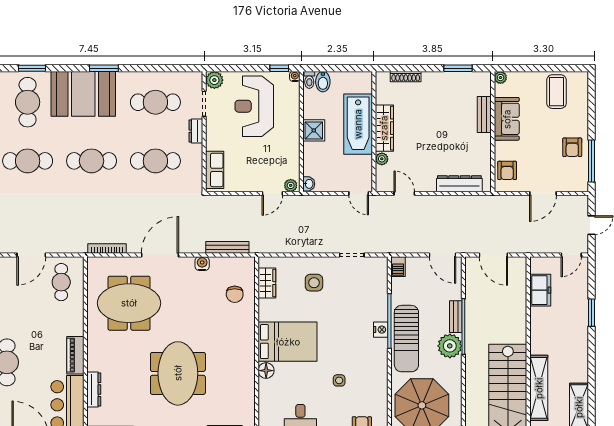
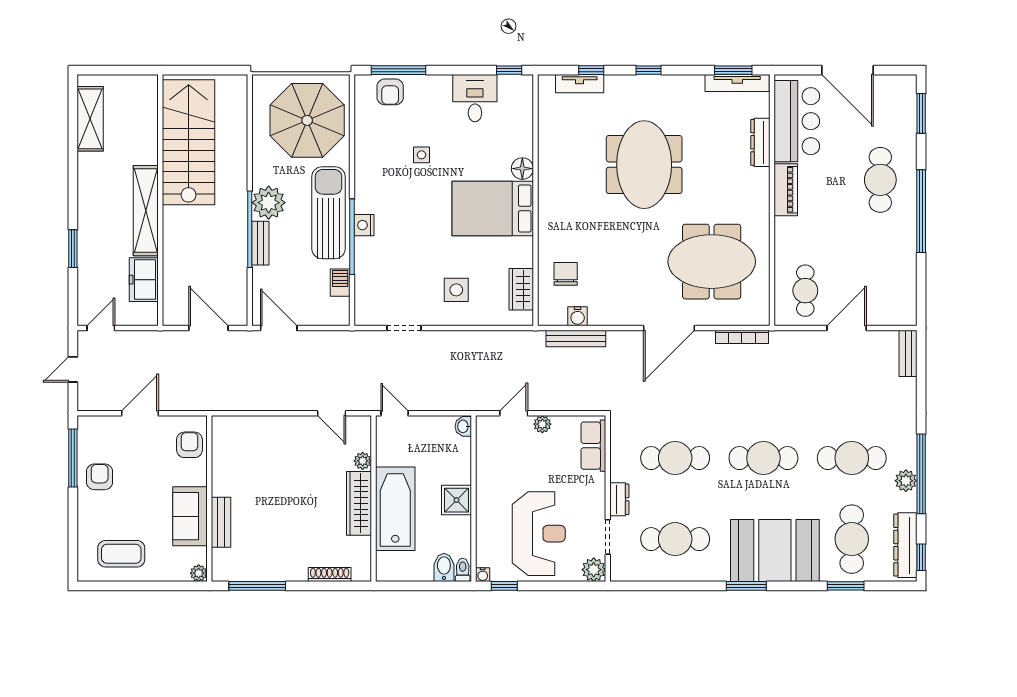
window: (458, 68) -> (257, 586), width x1.44
coffee table: (557, 92) -> (121, 554), turned 90
dresser: (459, 184) -> (255, 427), removed
plant: (291, 185) -> (542, 424), moved
water cooler: (202, 264) -> (578, 316), moved
barbecue: (398, 267) -> (340, 283), moved
shelving: (539, 388) -> (146, 211), moved

